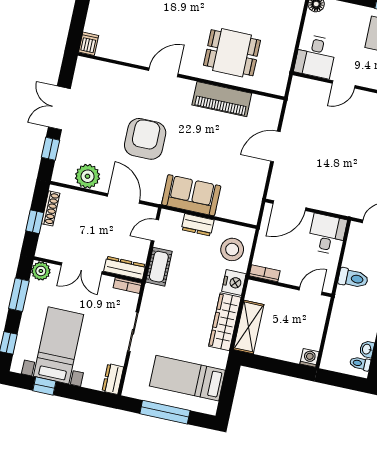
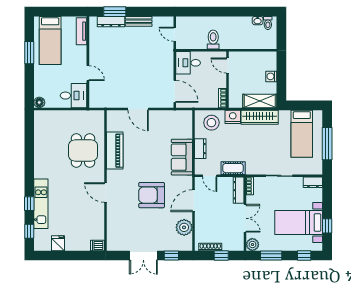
washing machine: (309, 358) -> (271, 76), moved

